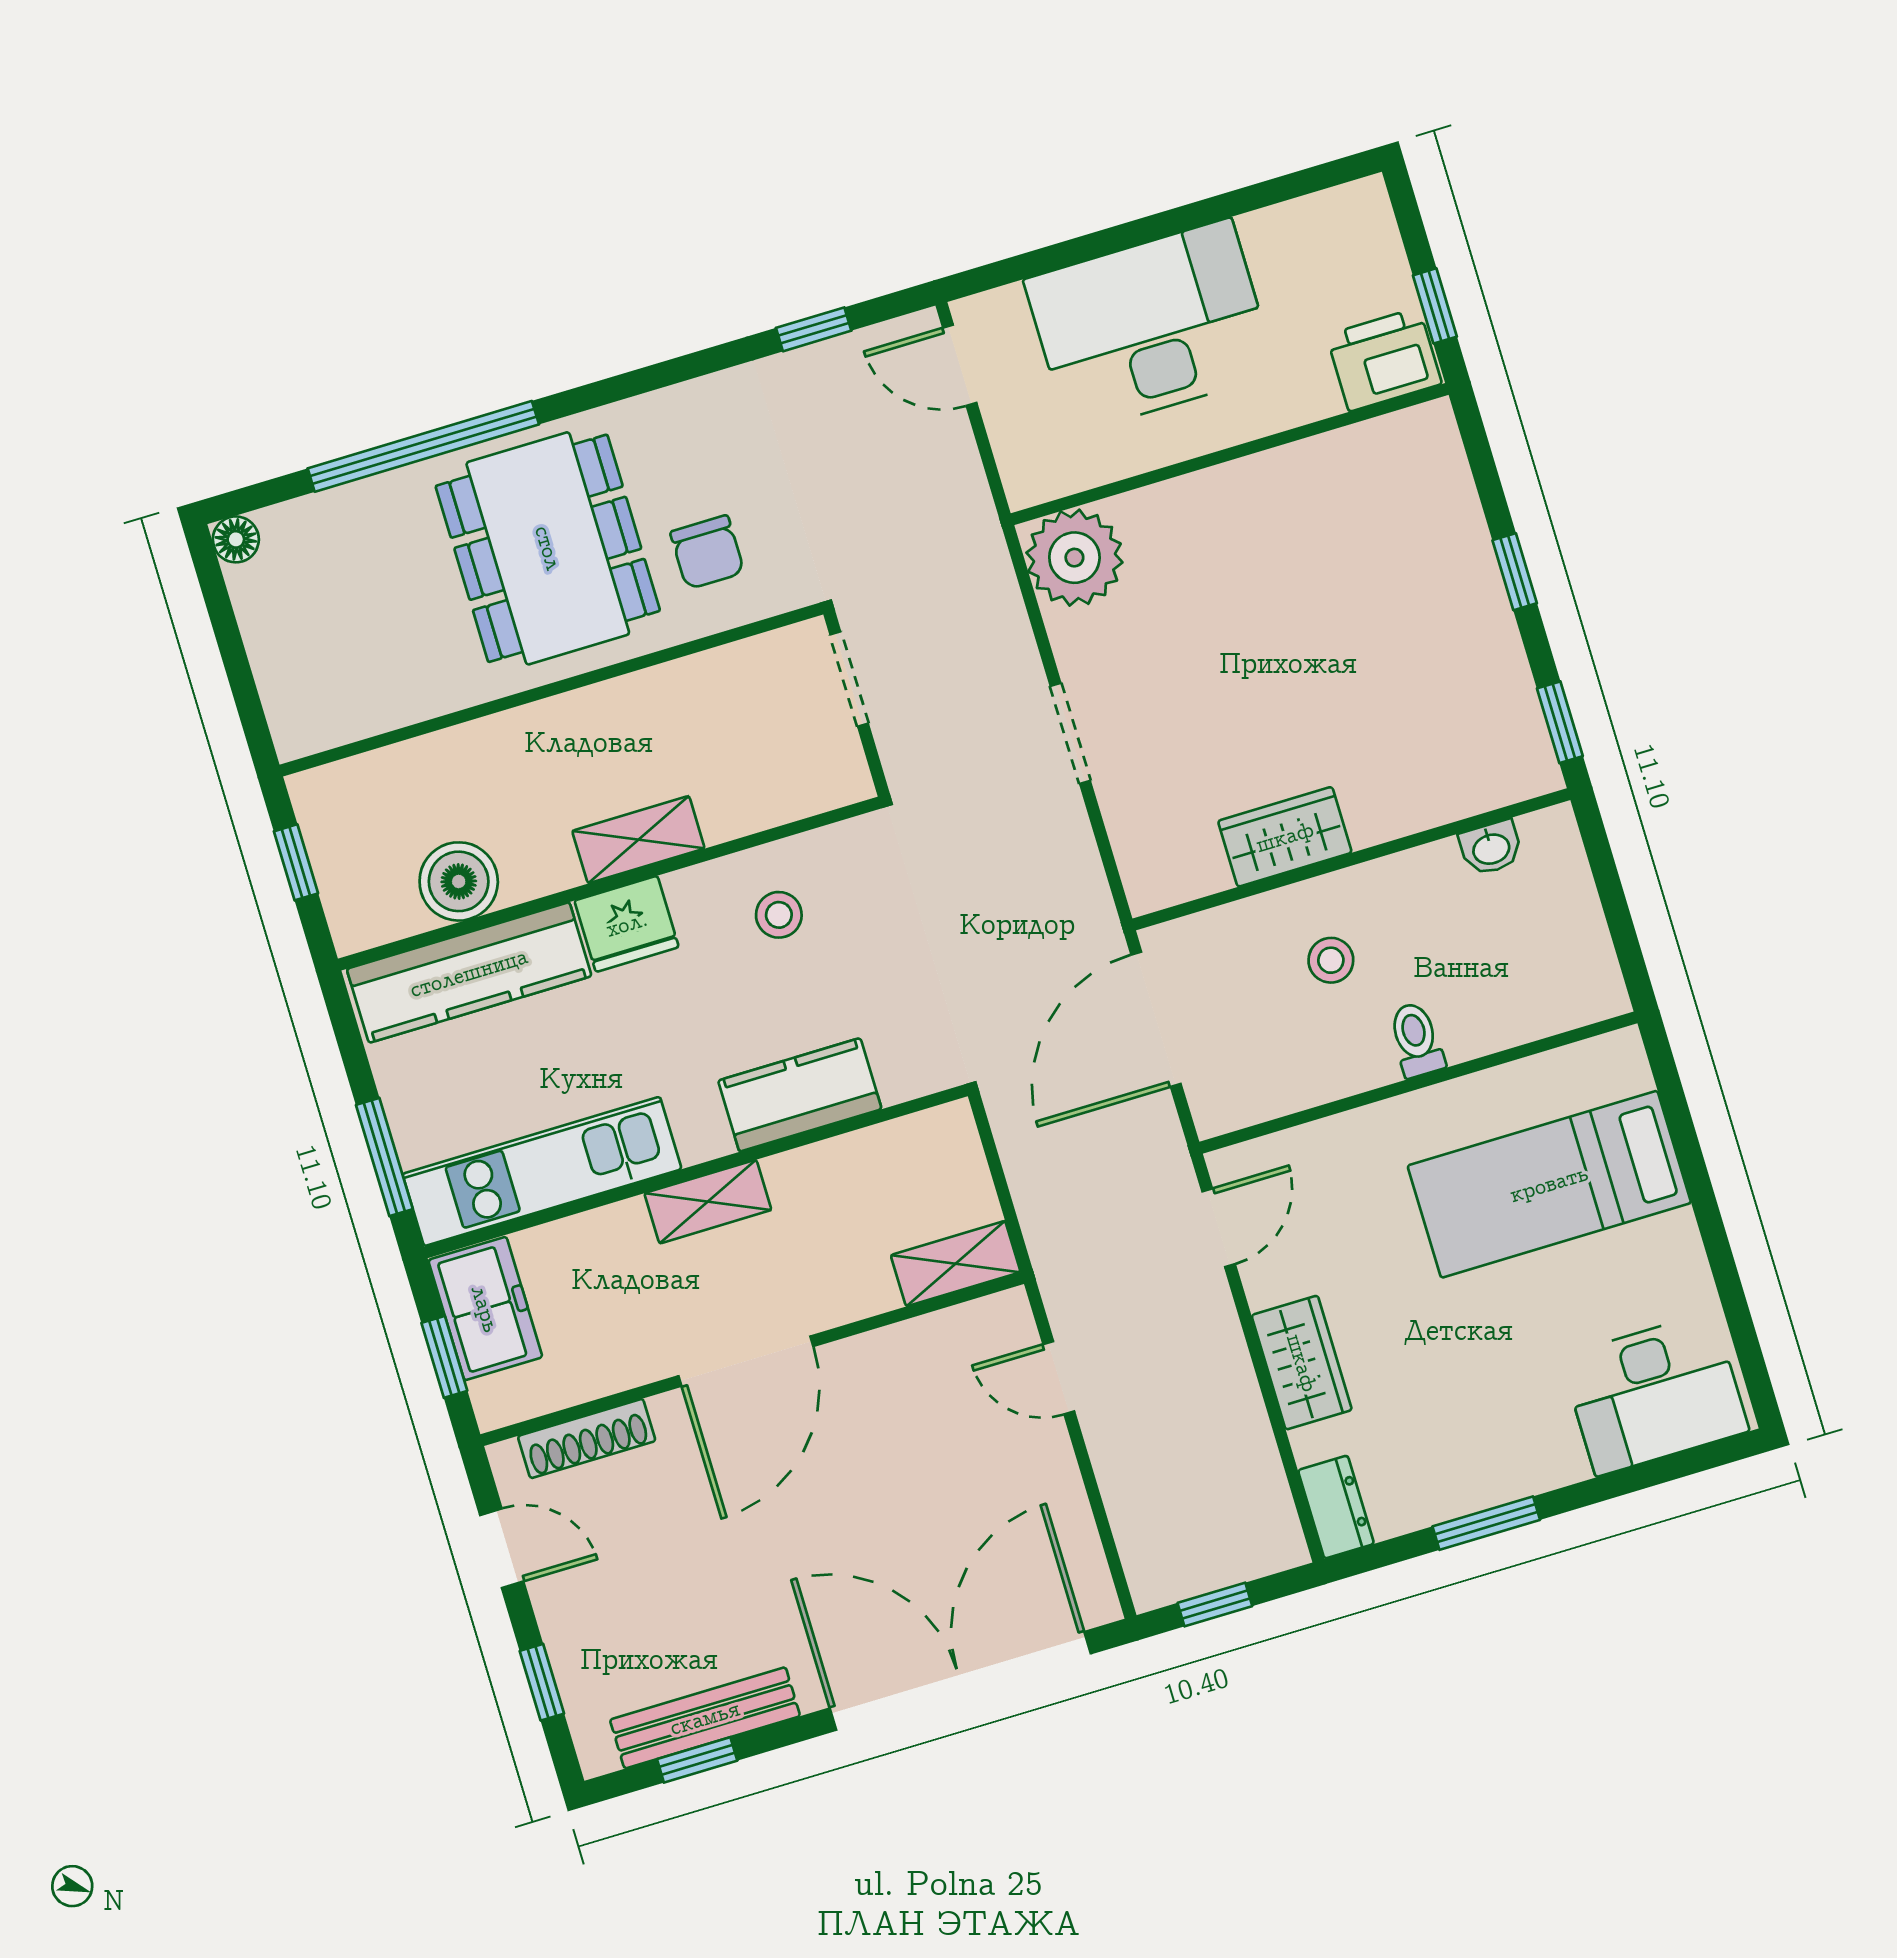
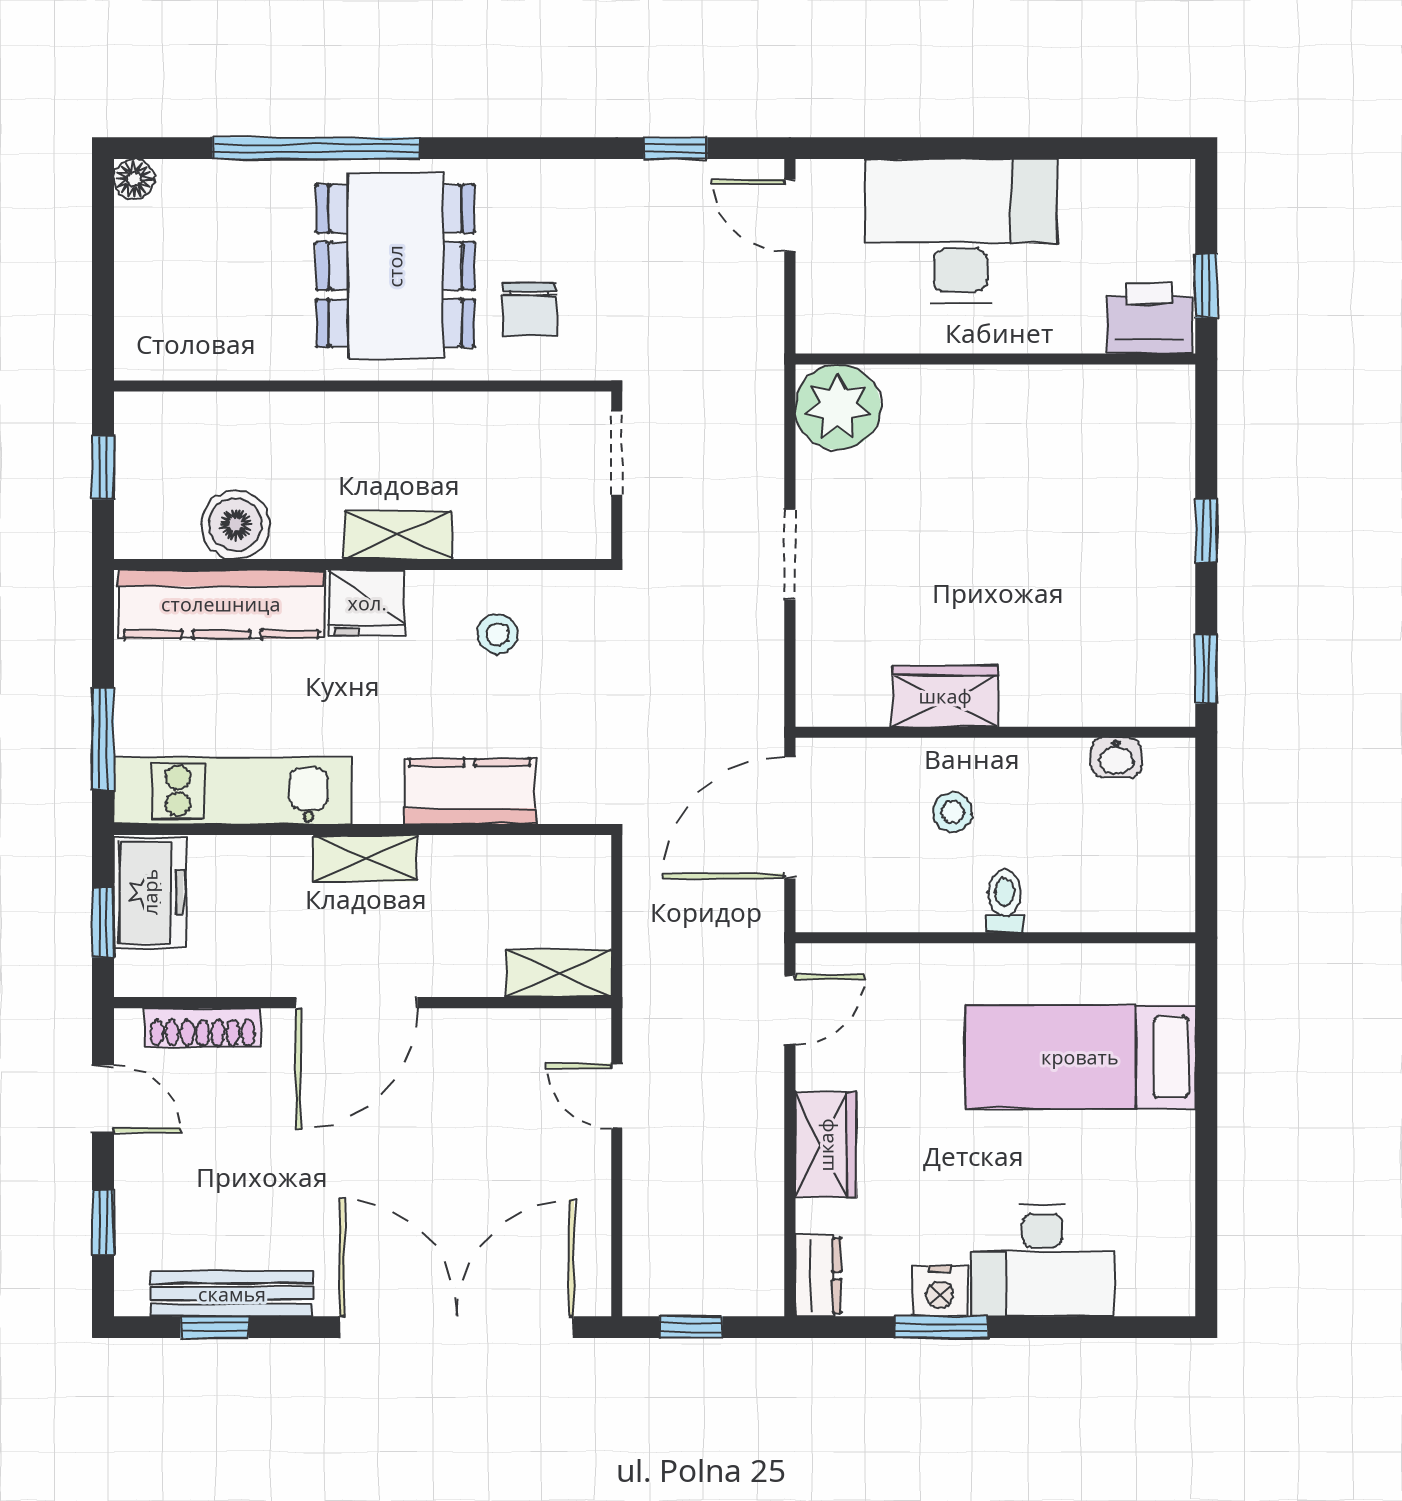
desk: (1655, 1394) -> (1043, 1261), moved
nightstand: (1473, 1484) -> (939, 1291), added

